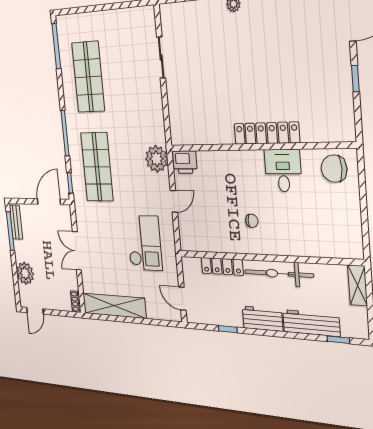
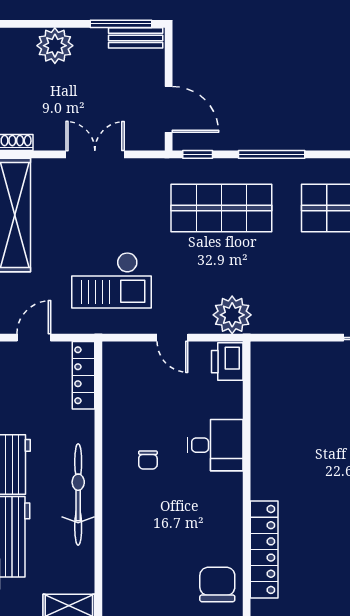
locker: (267, 133) -> (264, 549), moved
desk: (283, 171) -> (215, 445), moved
locker: (222, 266) -> (83, 375), moved

